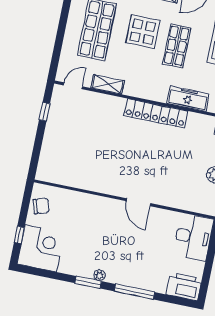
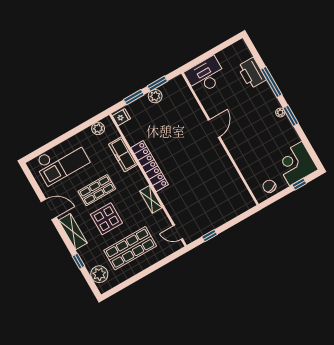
shelving: (108, 84) -> (151, 199), moved
printer: (184, 286) -> (252, 73), moved

